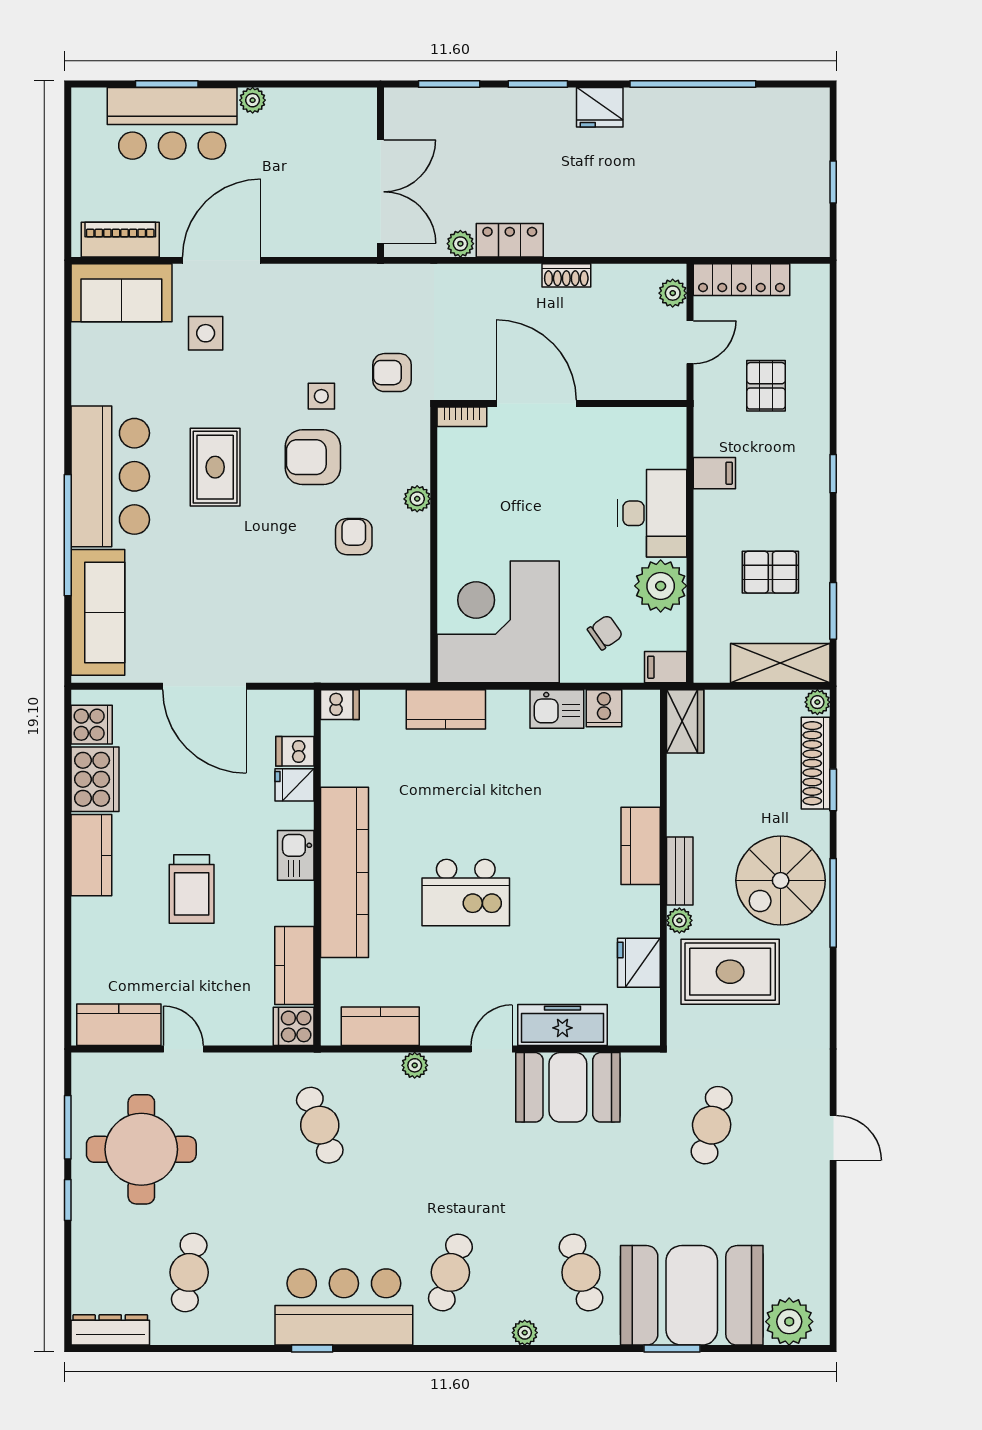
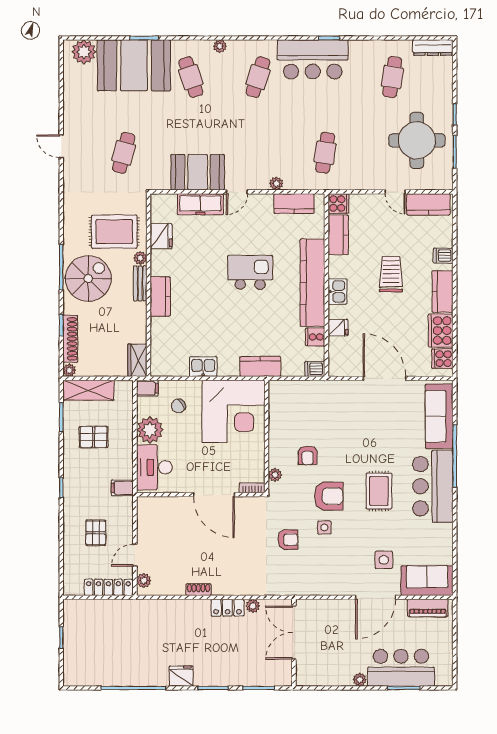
door: (536, 403) -> (214, 495), moved
wall: (562, 403) -> (201, 495), moved
bookcase: (462, 417) -> (252, 488), moved
cooker: (604, 708) -> (315, 337), moved, turned -90
dishwasher: (295, 751) -> (443, 256), moved, turned 180
cafe table: (320, 1125) -> (325, 153), turned 30

